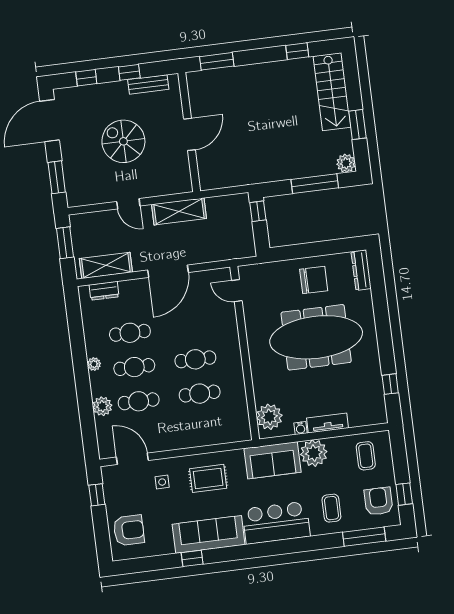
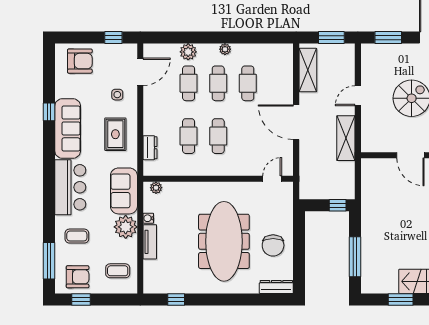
plant: (346, 163) -> (369, 285), removed
dresser: (104, 291) -> (150, 148), moved, turned 180
plant: (269, 417) -> (156, 188), width x0.53, depth x0.53
armchair: (129, 530) -> (80, 61), turned -90

